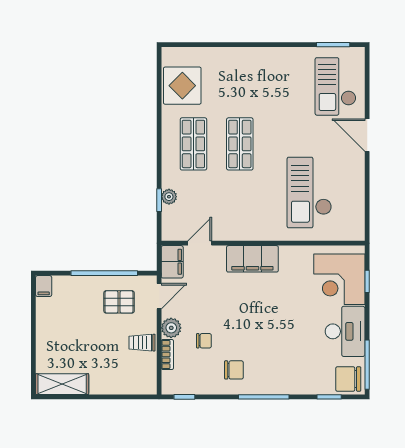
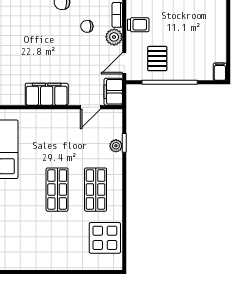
pallet: (119, 302) -> (157, 58), turned 90

